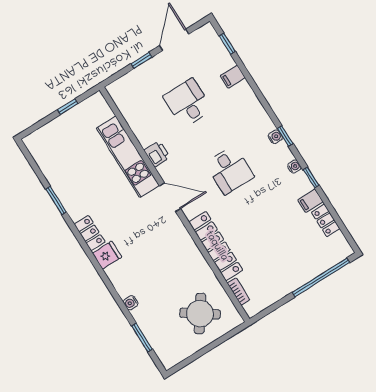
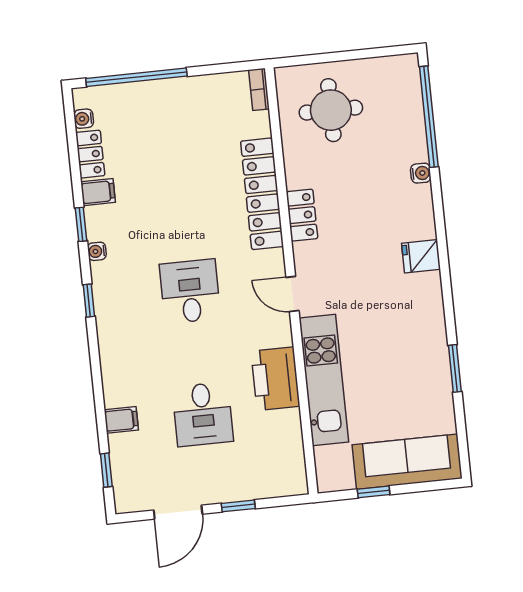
sofa: (57, 133) -> (407, 462), added
water cooler: (275, 137) -> (84, 119), moved
printer: (157, 154) -> (275, 379), width x1.87, depth x1.48
door: (170, 197) -> (293, 294), width x0.73
locker: (90, 233) -> (302, 215), moved, turned 180
bookcase: (239, 291) -> (259, 89), moved
round table: (200, 314) -> (331, 110), turned -35
window: (142, 337) -> (429, 117), width x2.11

